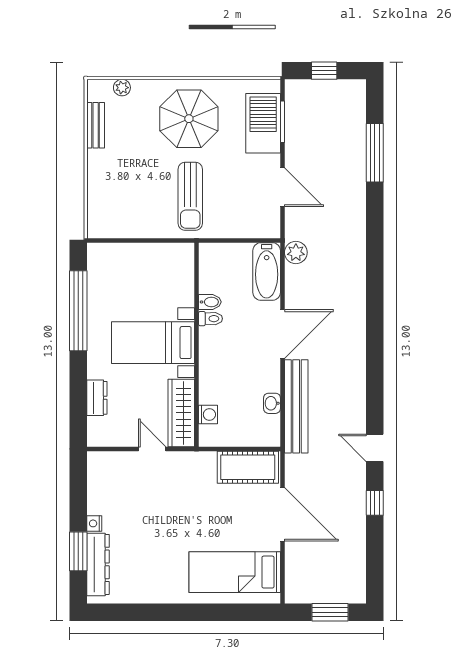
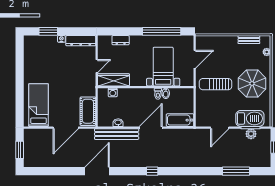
door: (137, 240) -> (195, 59), added
plant: (296, 252) -> (251, 134), moved
door: (282, 334) -> (151, 128), swing flipped
bed with nightstands: (153, 343) -> (163, 67), moved
door: (375, 448) -> (97, 171), width x1.87
window: (375, 503) -> (152, 171), moved
dresser: (98, 564) -> (81, 41), moved

